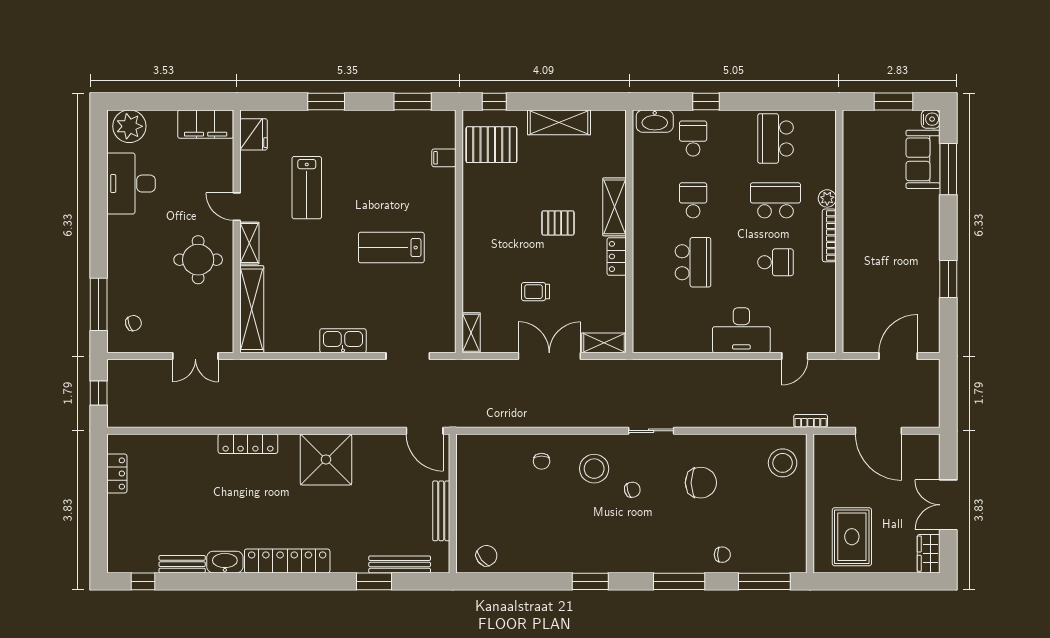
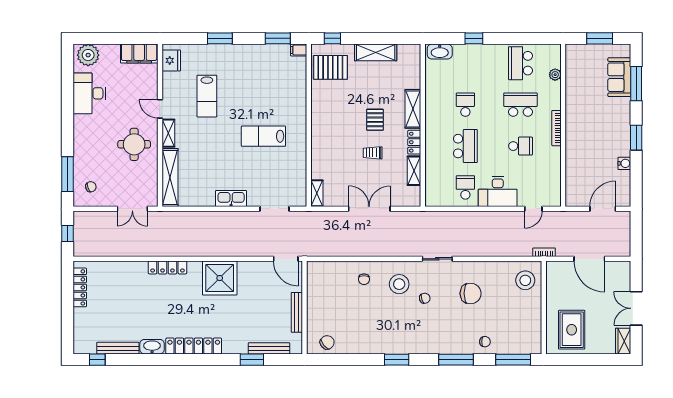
water cooler: (931, 119) -> (624, 163), moved
school desk: (693, 138) -> (465, 187), moved
filing cabinet: (444, 158) -> (299, 50), moved
plant: (827, 198) -> (555, 75), moved
pallet: (558, 223) -> (375, 120), turned 90
window: (948, 279) -> (636, 138), moved
trolley: (535, 292) -> (373, 153), moved
shelving: (604, 343) -> (414, 171), moved, turned 90
locker: (117, 474) -> (80, 287), width x1.53
bench: (182, 564) -> (118, 348), width x1.36

